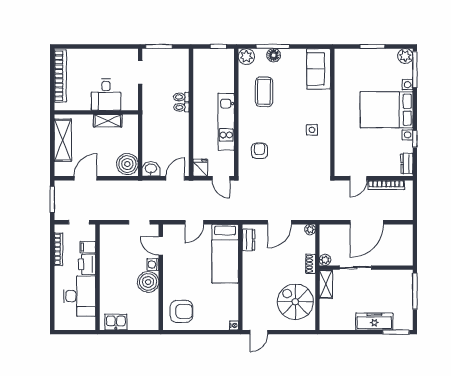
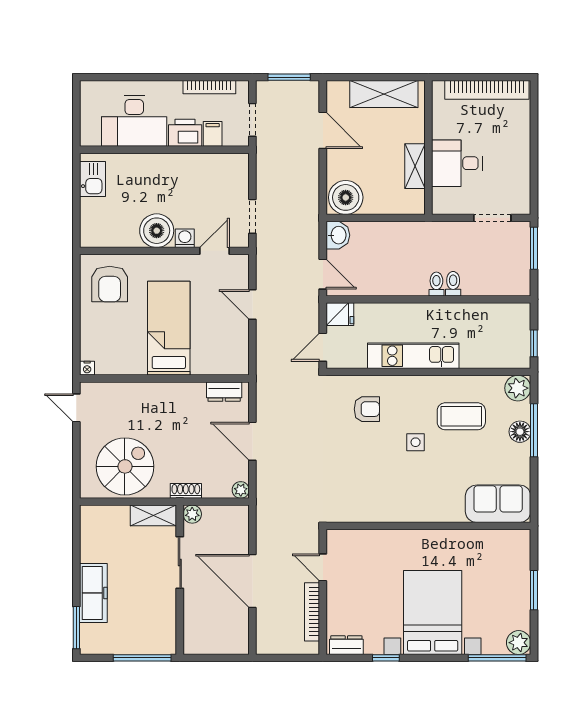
side table: (312, 130) -> (416, 442), moved
bed: (225, 254) -> (169, 328), moved, turned 90

